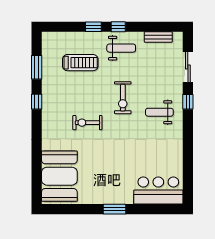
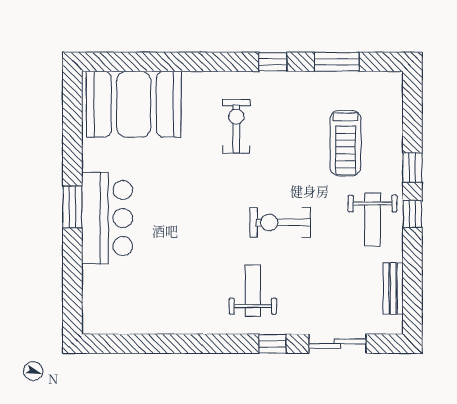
exercise bike: (87, 123) -> (236, 126), moved
bar counter: (158, 190) -> (107, 218), moved

